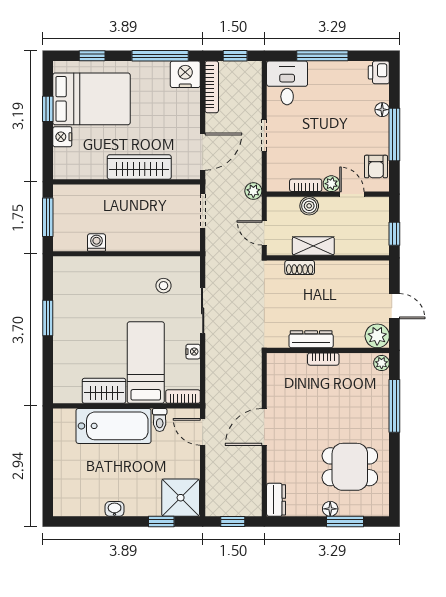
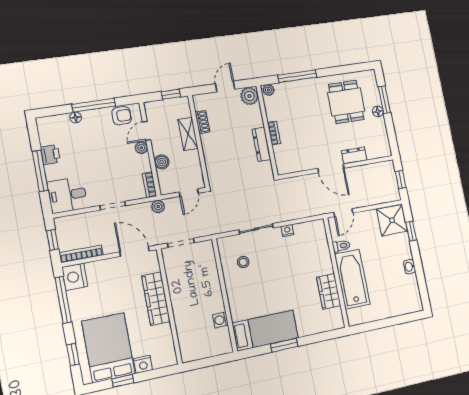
printer: (379, 72) -> (50, 155), moved, turned -90
bookcase: (306, 185) -> (149, 185), moved
window: (48, 217) -> (208, 362), removed
shelving: (313, 246) -> (188, 134), moved
shoe rack: (300, 267) -> (202, 122), moved
bed: (146, 363) -> (265, 331), moved, turned 180
bookcase: (183, 397) -> (321, 232), removed
dresser: (276, 500) -> (354, 155), moved

